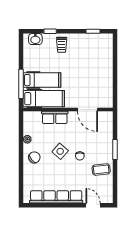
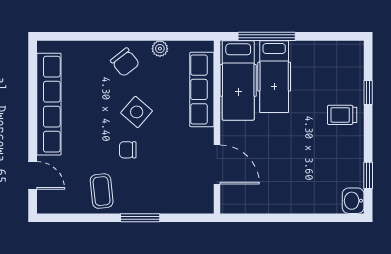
washbasin: (35, 39) -> (353, 201), moved
door: (87, 110) -> (217, 164), swing flipped
row of seats: (55, 117) -> (202, 89), width x1.48
door: (93, 205) -> (33, 175), hinge flipped

